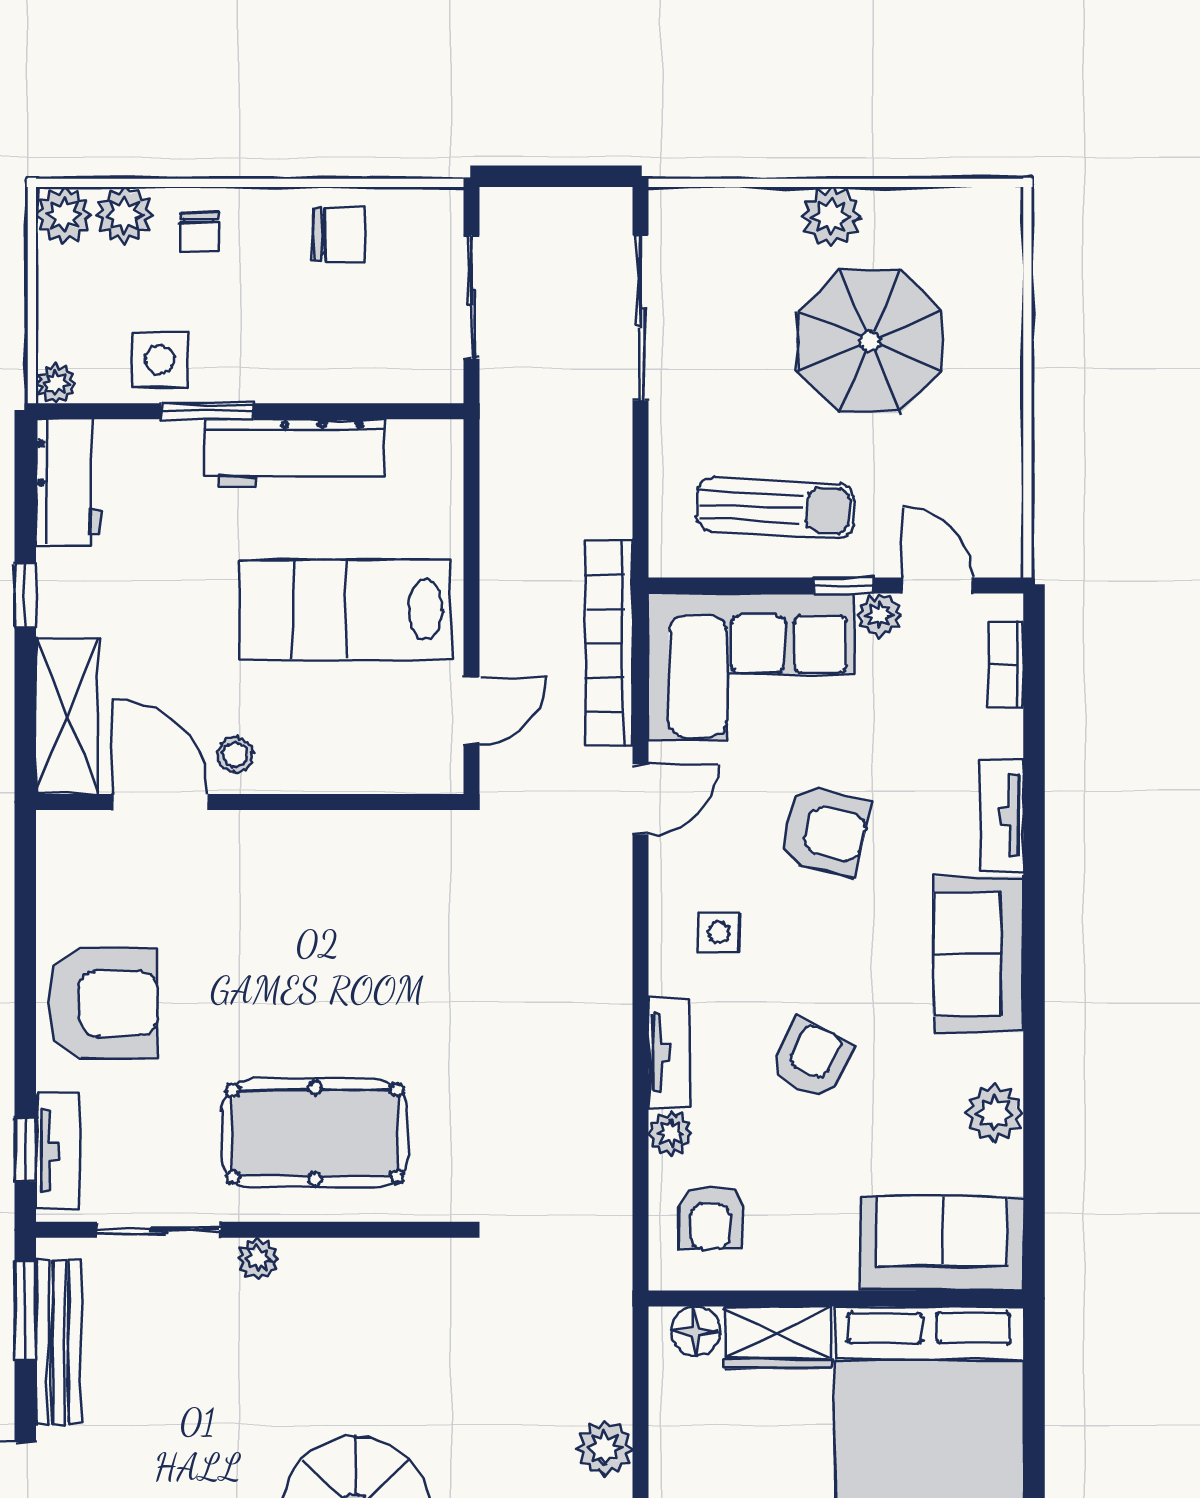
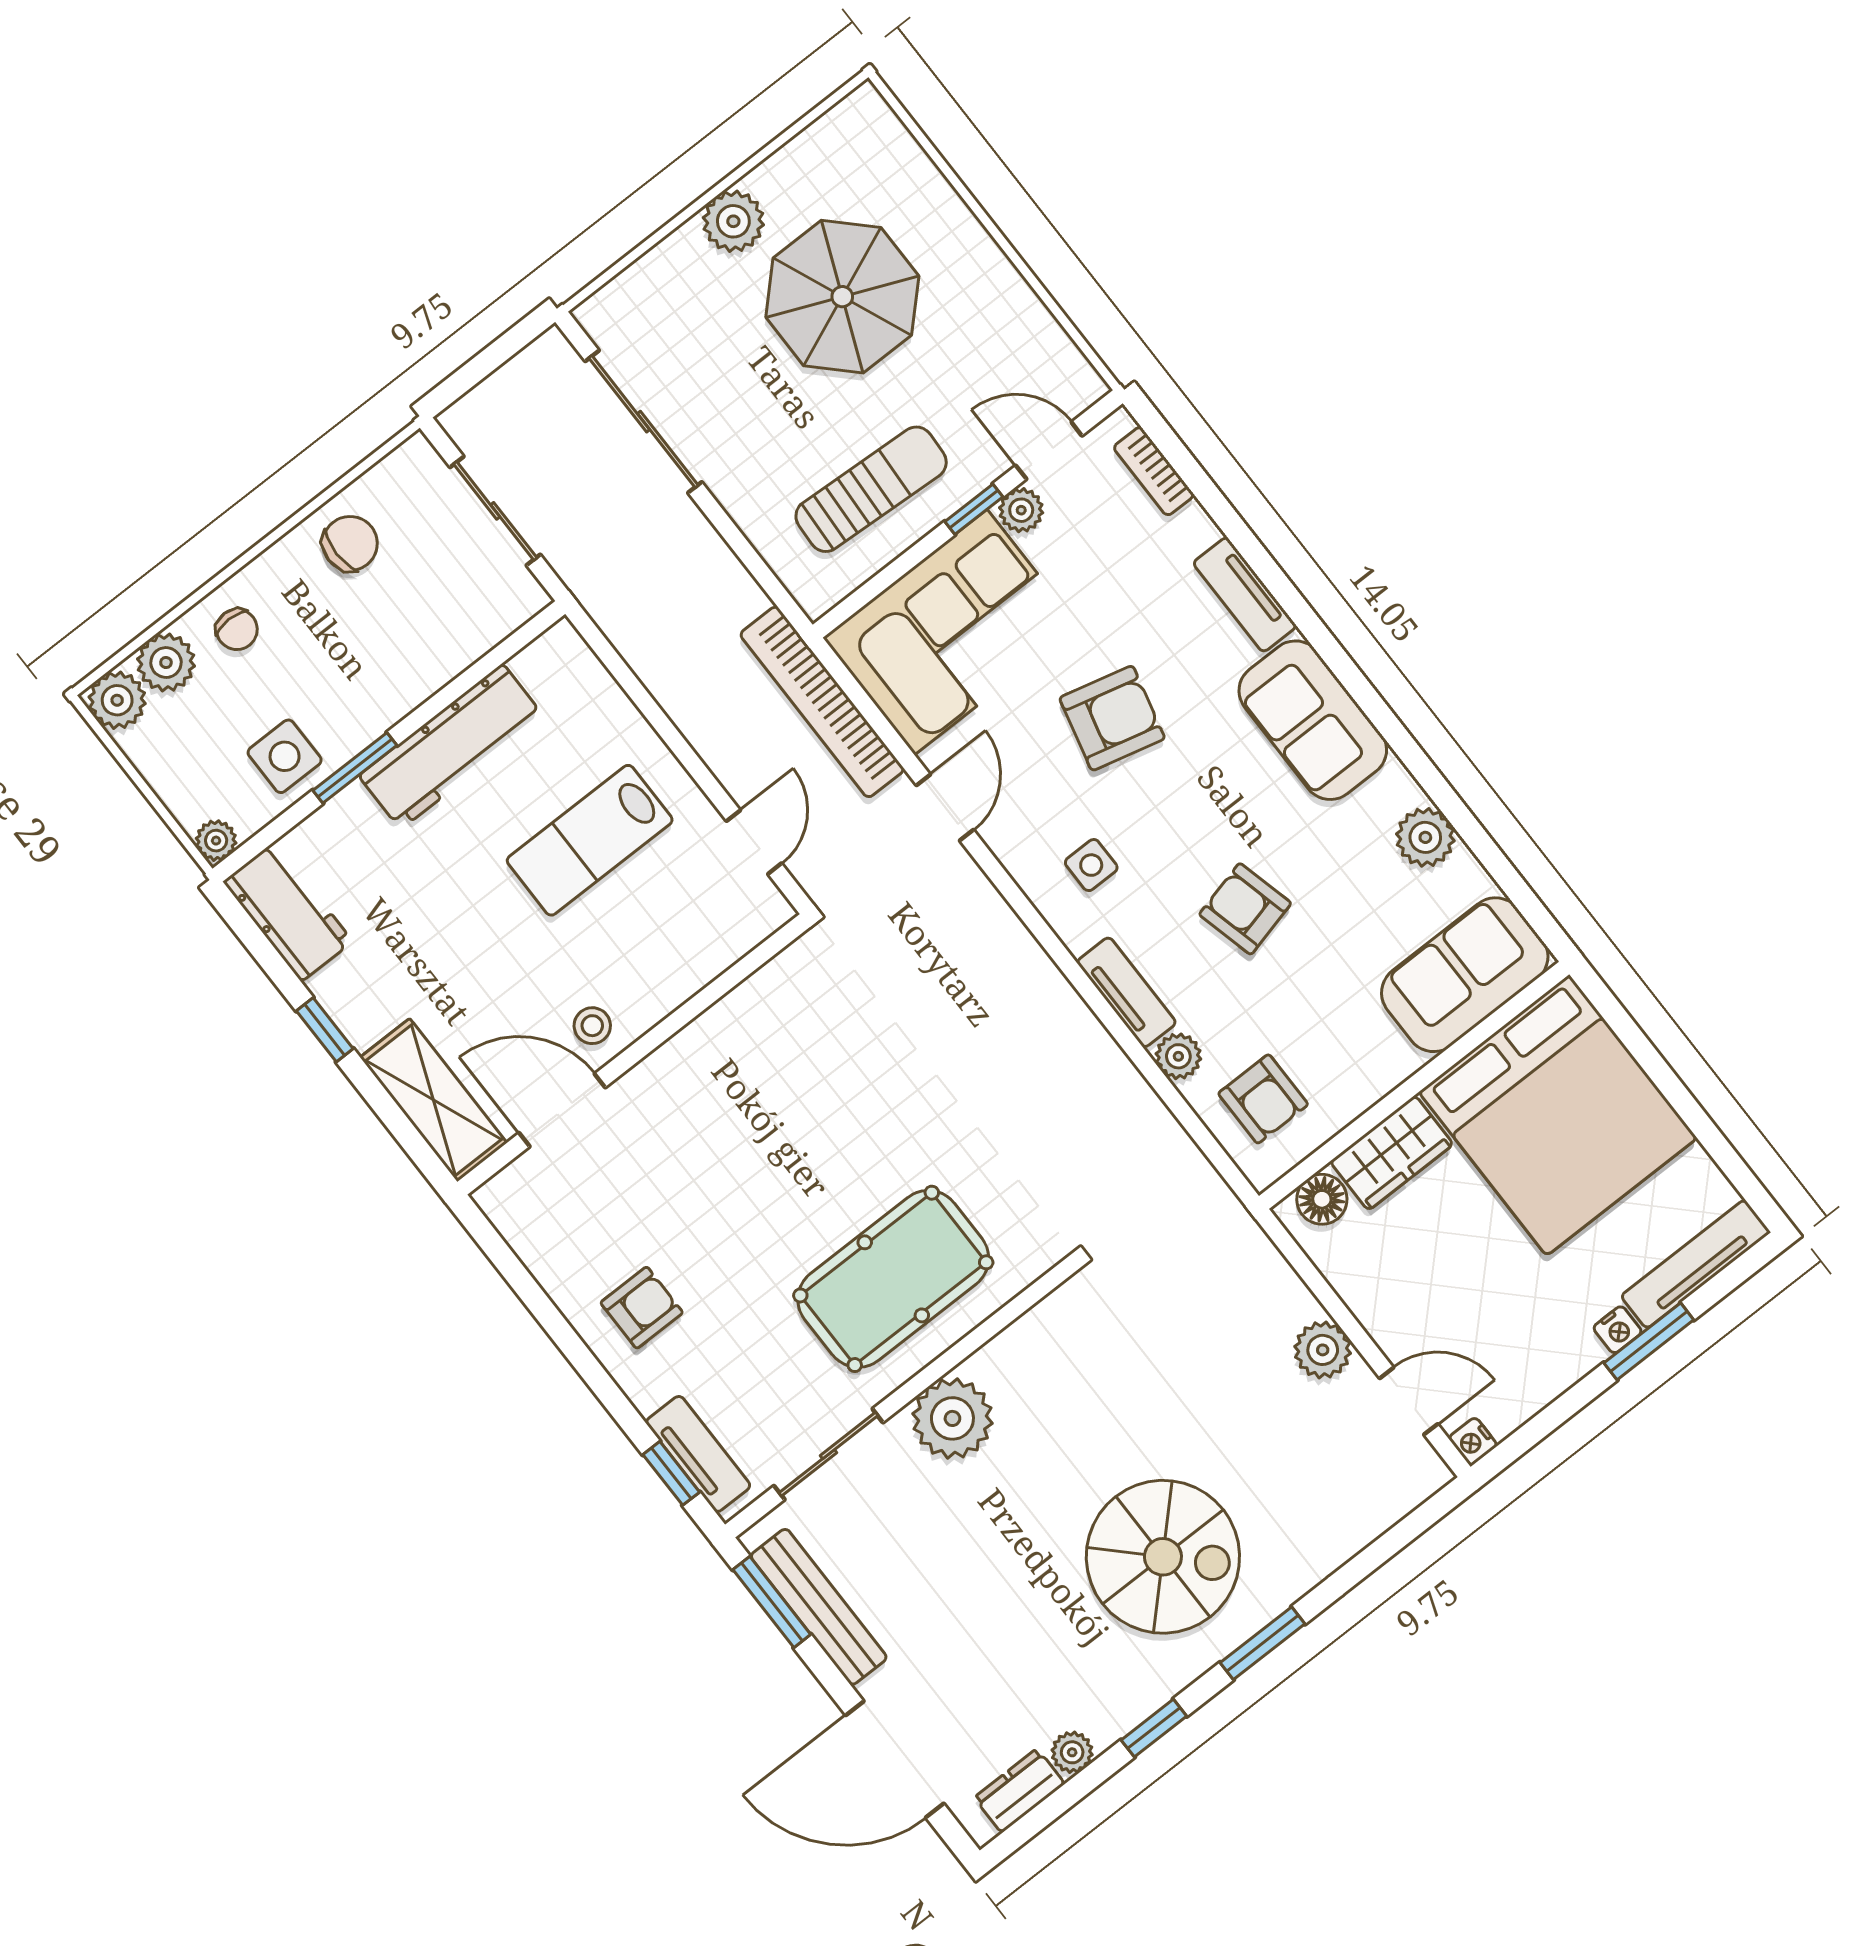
lab bench: (345, 609) -> (590, 840), width x0.73, depth x0.72
armchair: (103, 1003) -> (642, 1308), width x0.53, depth x0.53
armchair: (812, 1060) -> (1245, 909), turned -40
plant: (258, 1259) -> (952, 1418), width x1.88, depth x1.88

